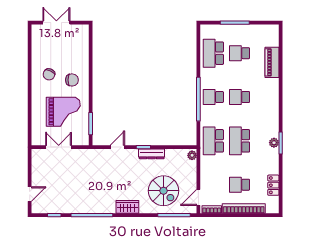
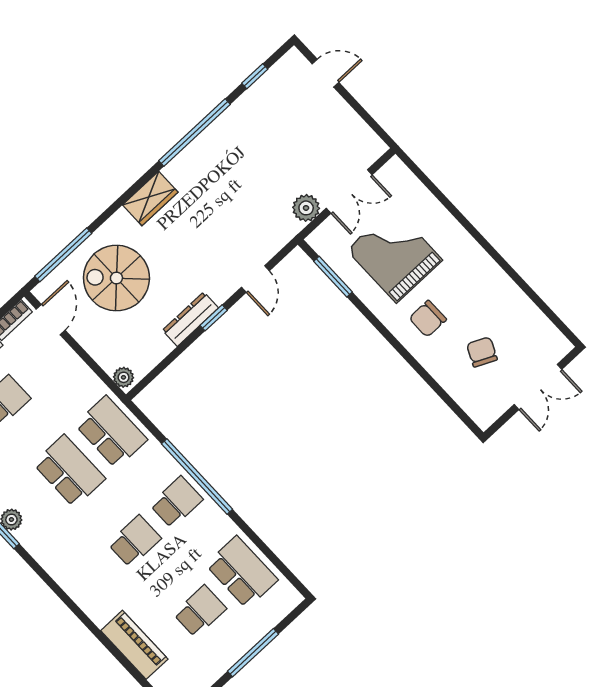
chair: (49, 74) -> (482, 352), moved
grand piano: (63, 112) -> (394, 255), turned 90
plant: (78, 155) -> (306, 208), added
door: (30, 194) -> (326, 73), swing flipped

